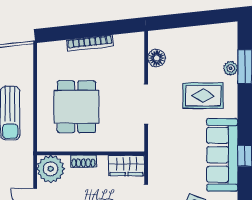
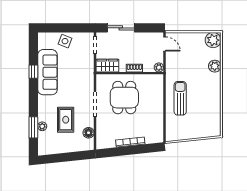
rug: (203, 96) -> (66, 120), moved, turned 90
dining table: (76, 107) -> (124, 98), moved
plant: (51, 169) -> (159, 67), width x0.53, depth x0.53

